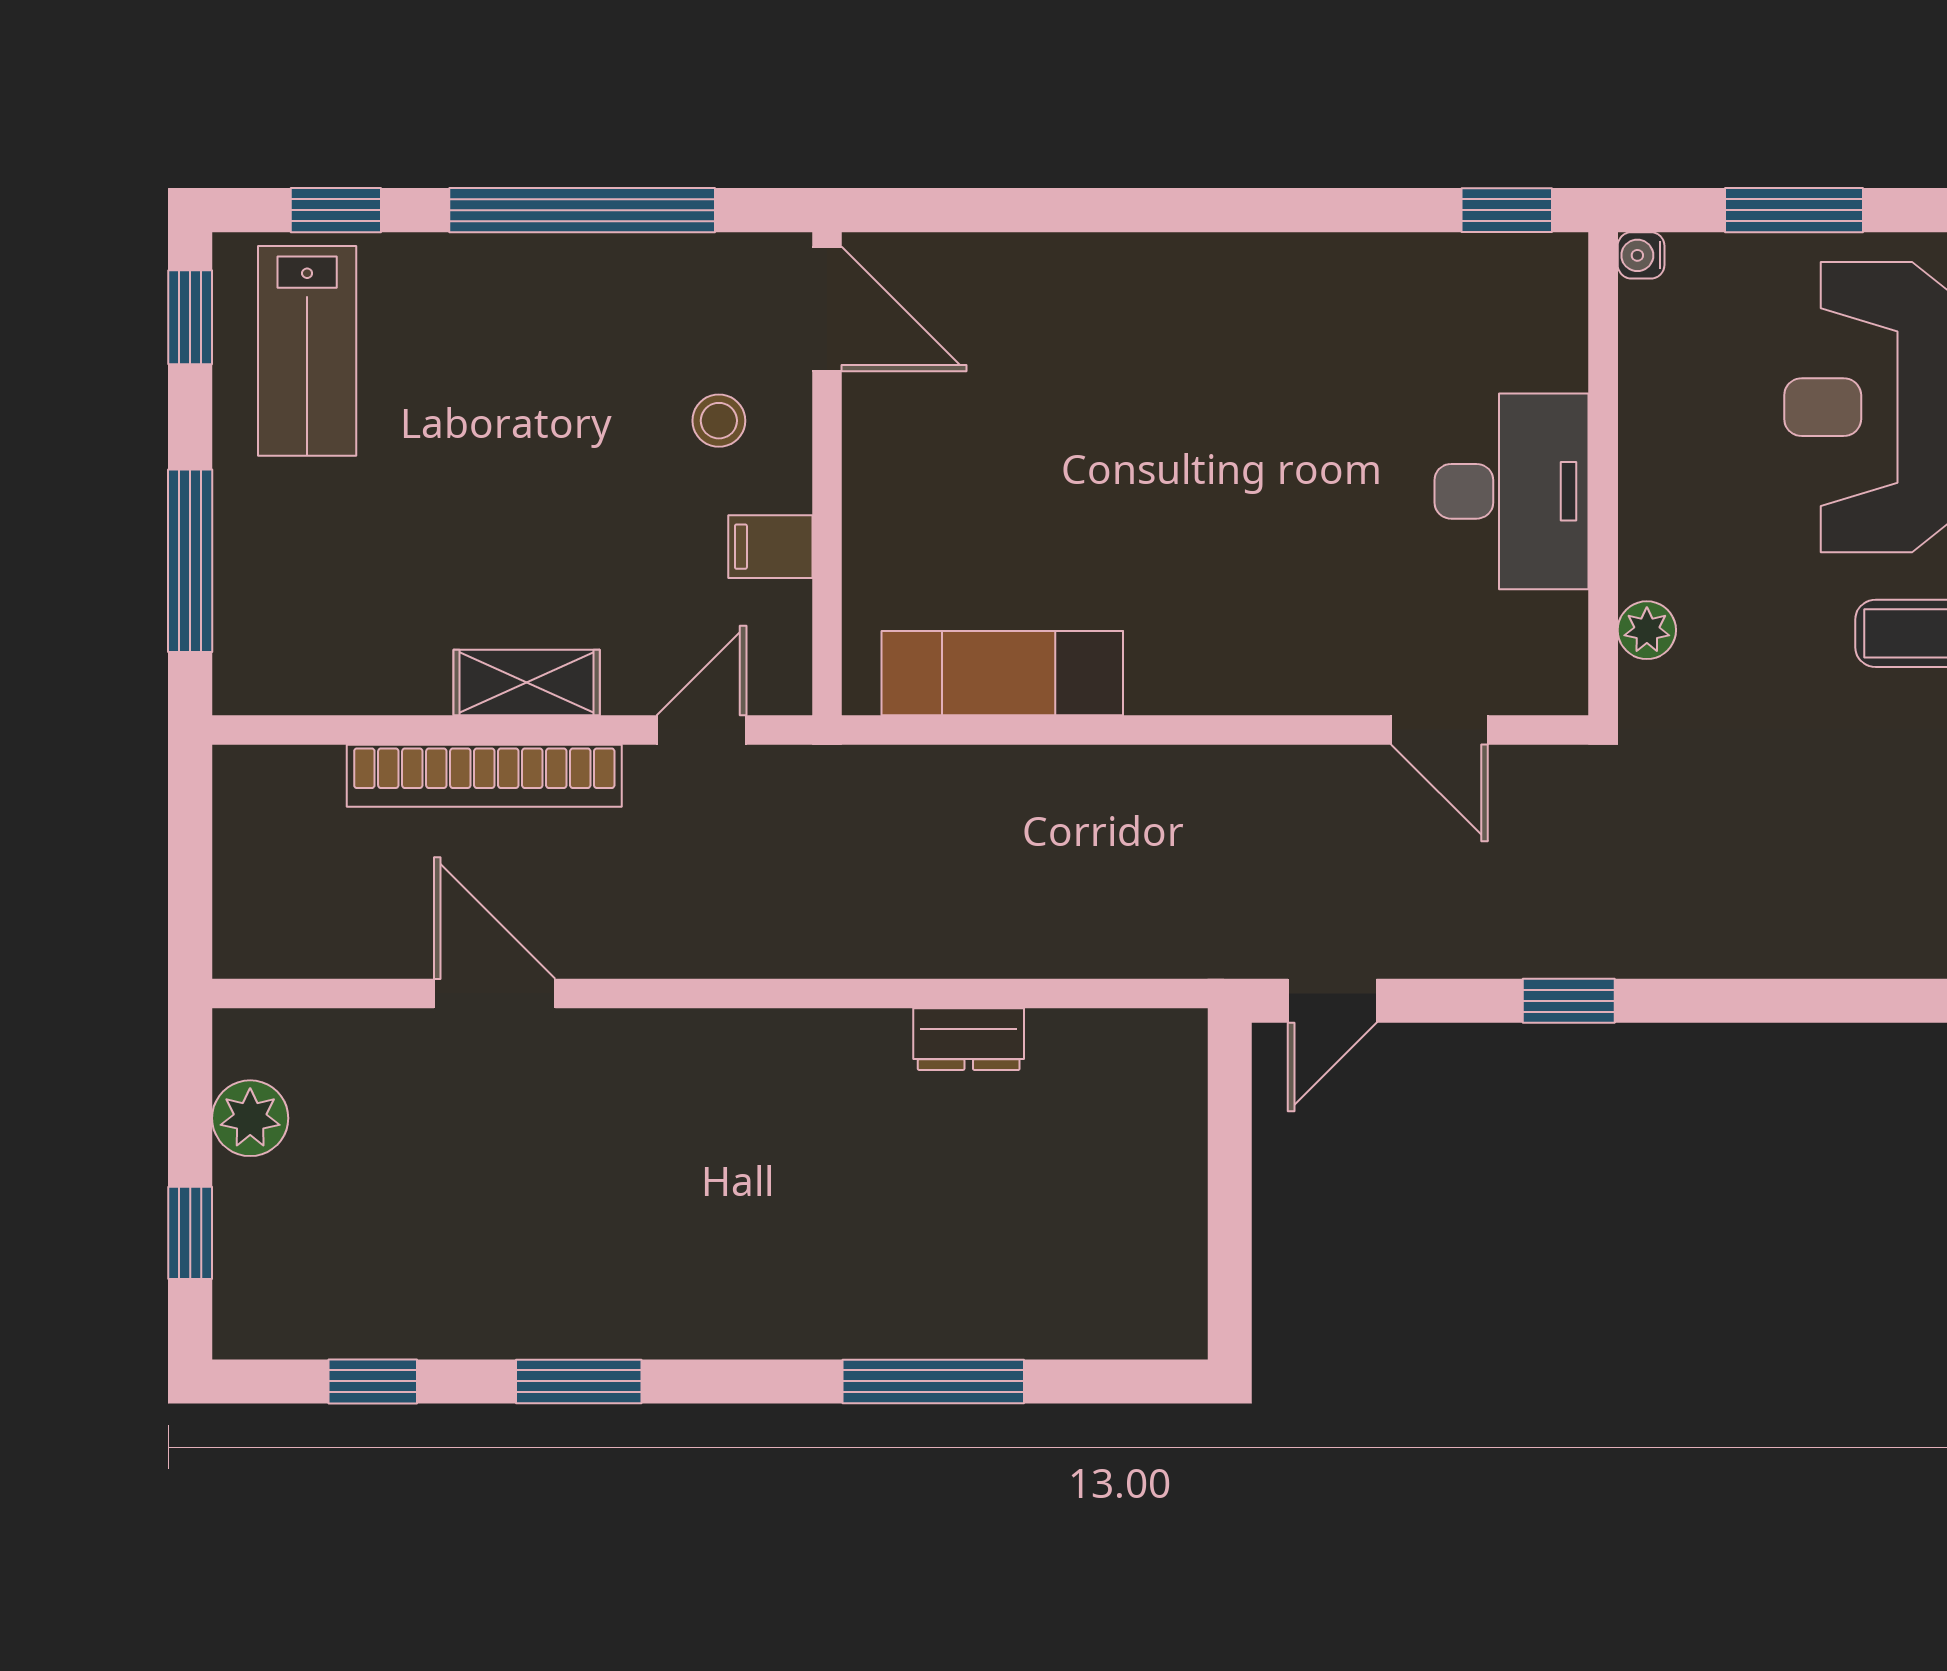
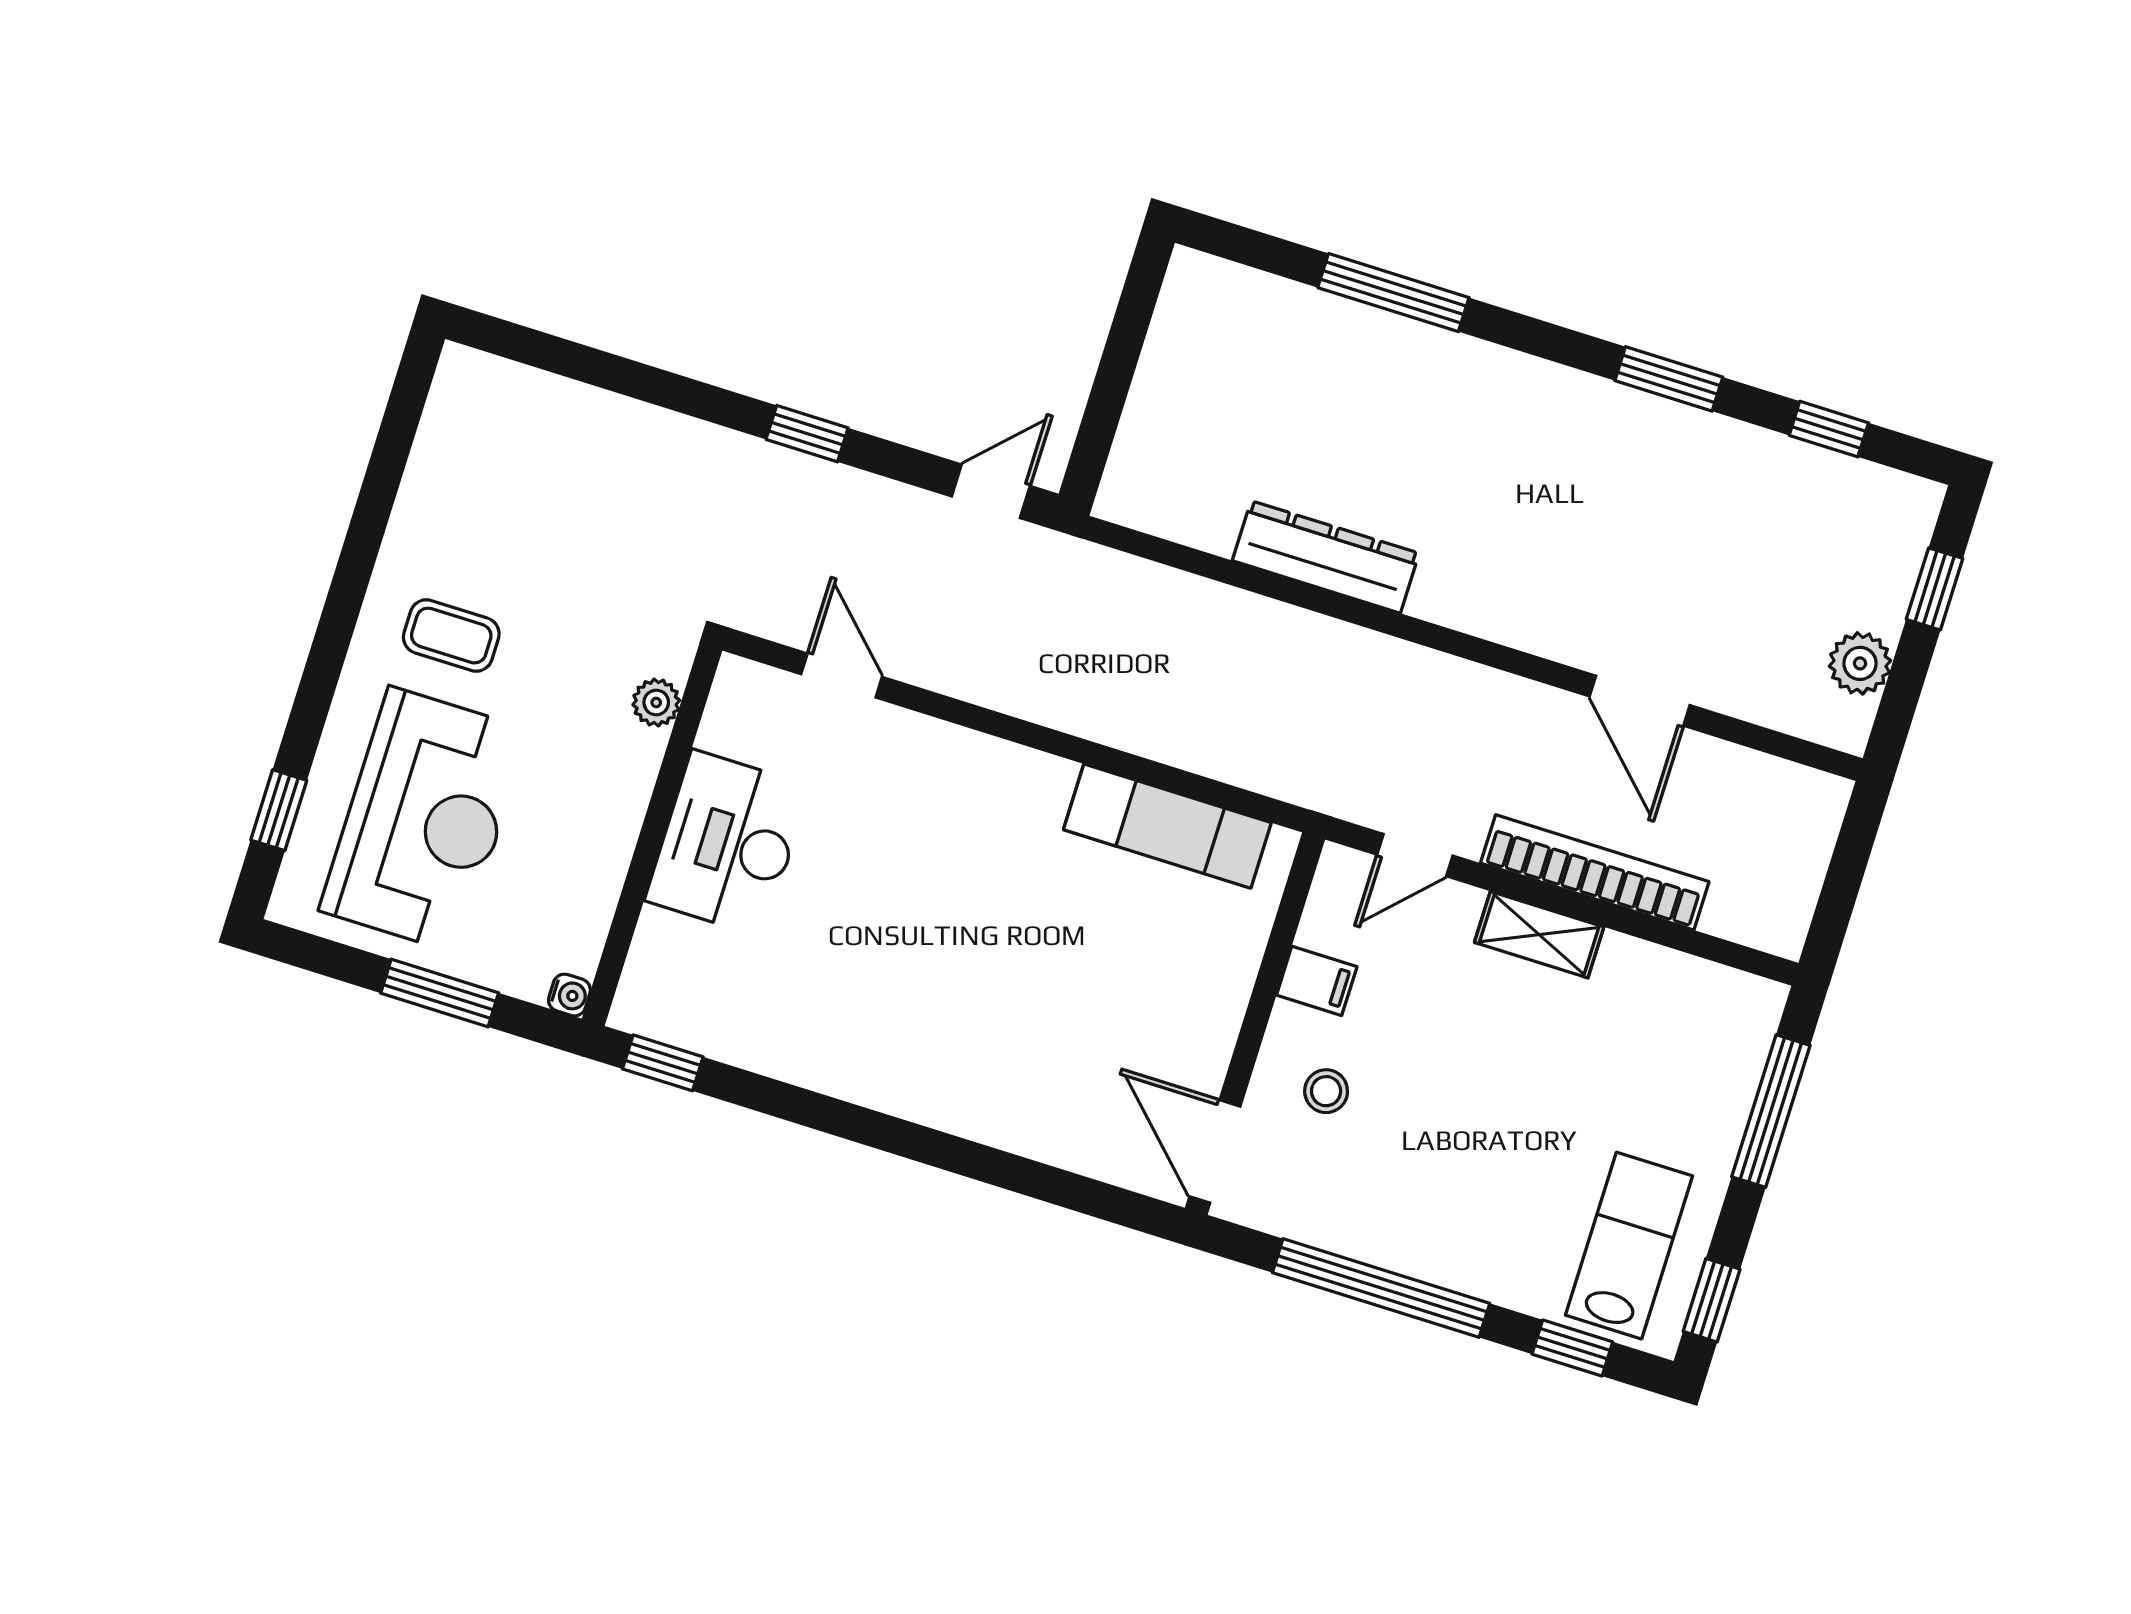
dresser: (969, 1039) -> (1326, 557), width x1.96, depth x1.24

